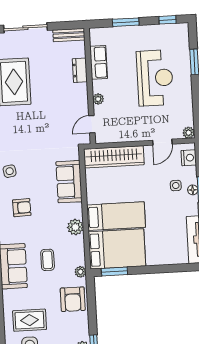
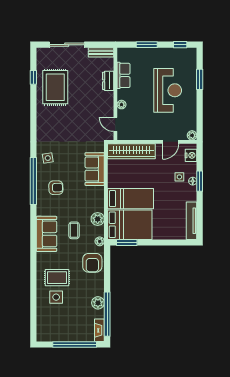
door: (92, 124) -> (115, 124), hinge flipped
plant: (75, 227) -> (98, 219), moved

